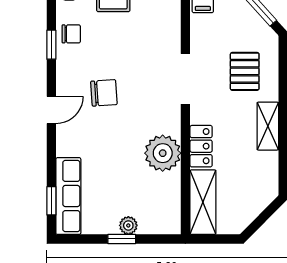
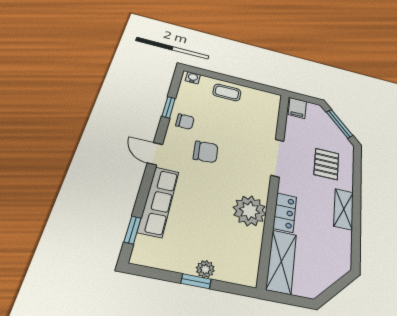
chair: (71, 34) -> (185, 122), moved
door: (51, 110) -> (155, 154), swing flipped
row of seats: (68, 196) -> (159, 201), moved

